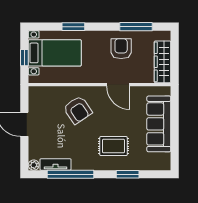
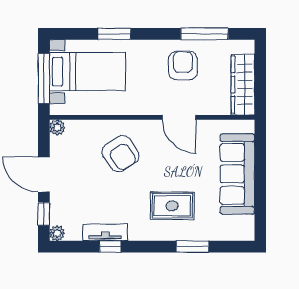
window: (24, 58) -> (44, 78), width x2.17
plant: (34, 92) -> (57, 127), added
window: (24, 152) -> (44, 214), added
tv unit: (55, 164) -> (105, 232), moved
window: (71, 174) -> (110, 247), width x0.32

